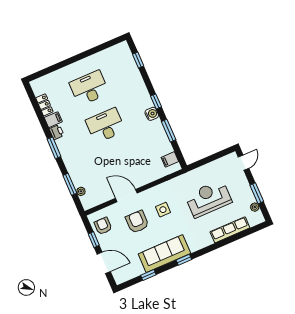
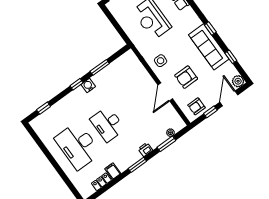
desk: (89, 88) -> (78, 146), width x1.36, depth x1.30
printer: (57, 132) -> (145, 150), moved
filing cabinet: (170, 159) -> (125, 61), removed
side table: (163, 210) -> (161, 61), moved
plant: (120, 277) -> (238, 81), added

